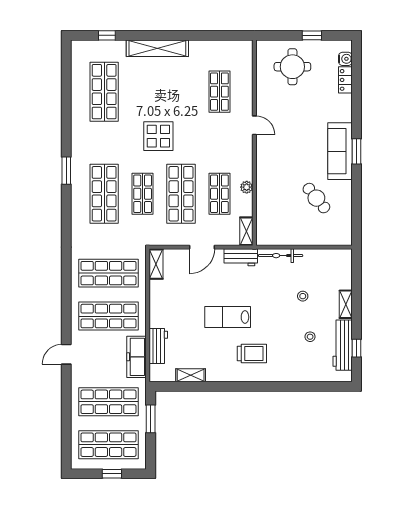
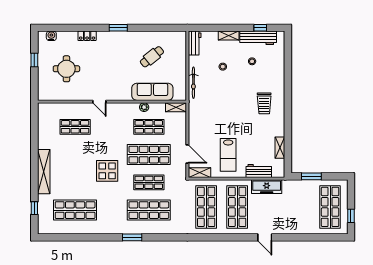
round table: (292, 67) -> (66, 69), moved
locker: (345, 80) -> (87, 36), moved
door: (254, 125) -> (99, 102), swing flipped
sofa: (340, 151) -> (152, 92), moved, turned 180
door: (202, 247) -> (187, 154), moved
workbench: (241, 257) -> (195, 43), moved
lab bench: (228, 317) -> (228, 155), moved
trolley: (252, 353) -> (264, 103), turned 180
shop shelf: (108, 402) -> (299, 207), removed
window: (112, 474) -> (351, 216), moved

